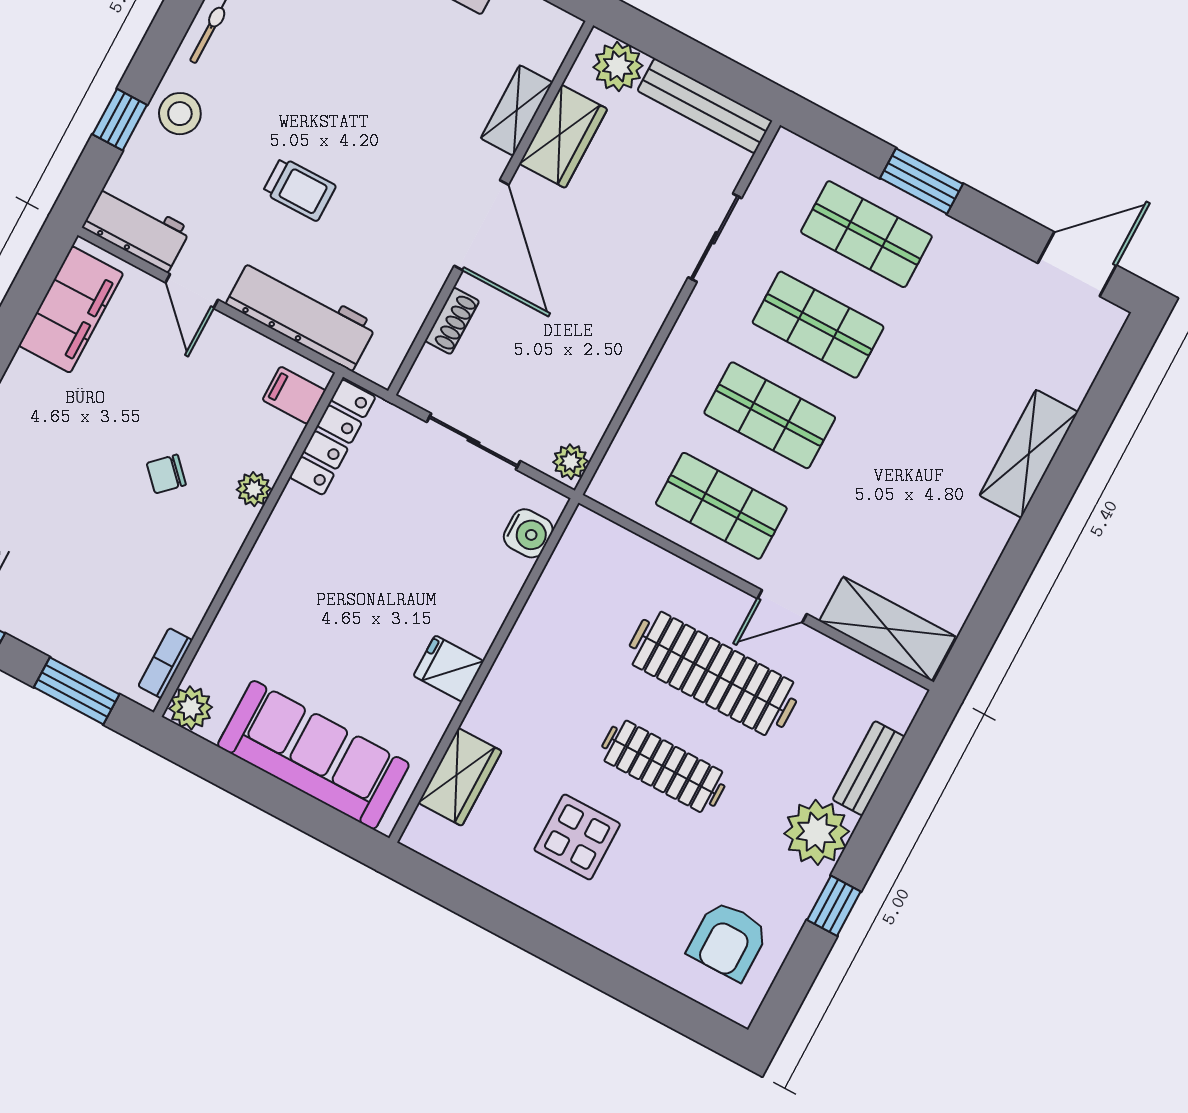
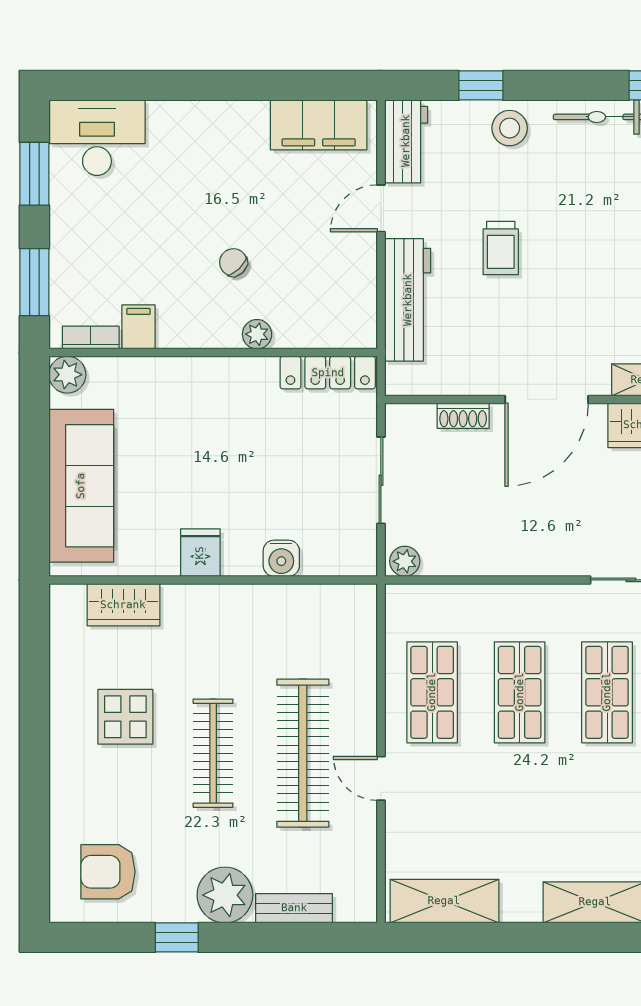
filing cabinet: (294, 395) -> (138, 327), moved
water cooler: (528, 533) -> (281, 558), moved
shelving: (887, 629) -> (444, 901), moved, turned 90

